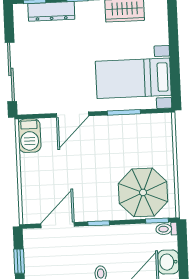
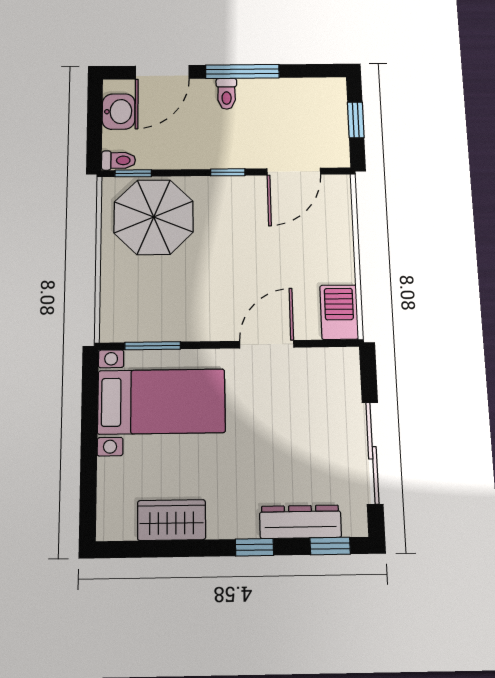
sliding door: (11, 72) -> (372, 453), moved
window: (124, 112) -> (153, 346), moved

